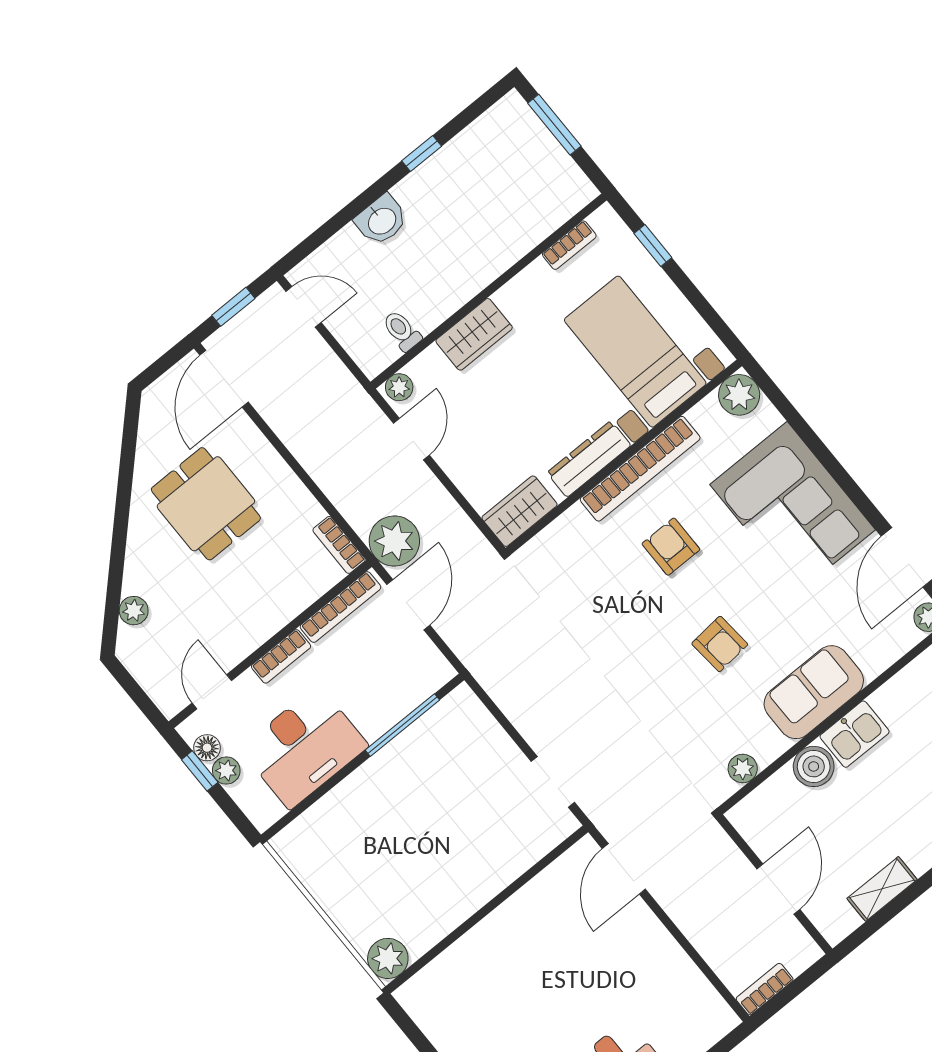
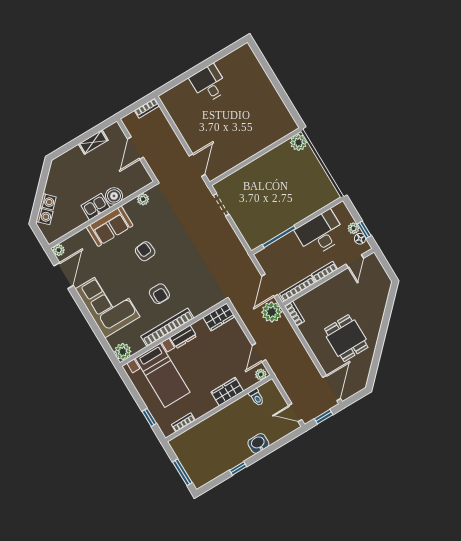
dresser: (589, 459) -> (183, 337), width x0.70
plant: (134, 611) -> (382, 299), removed

